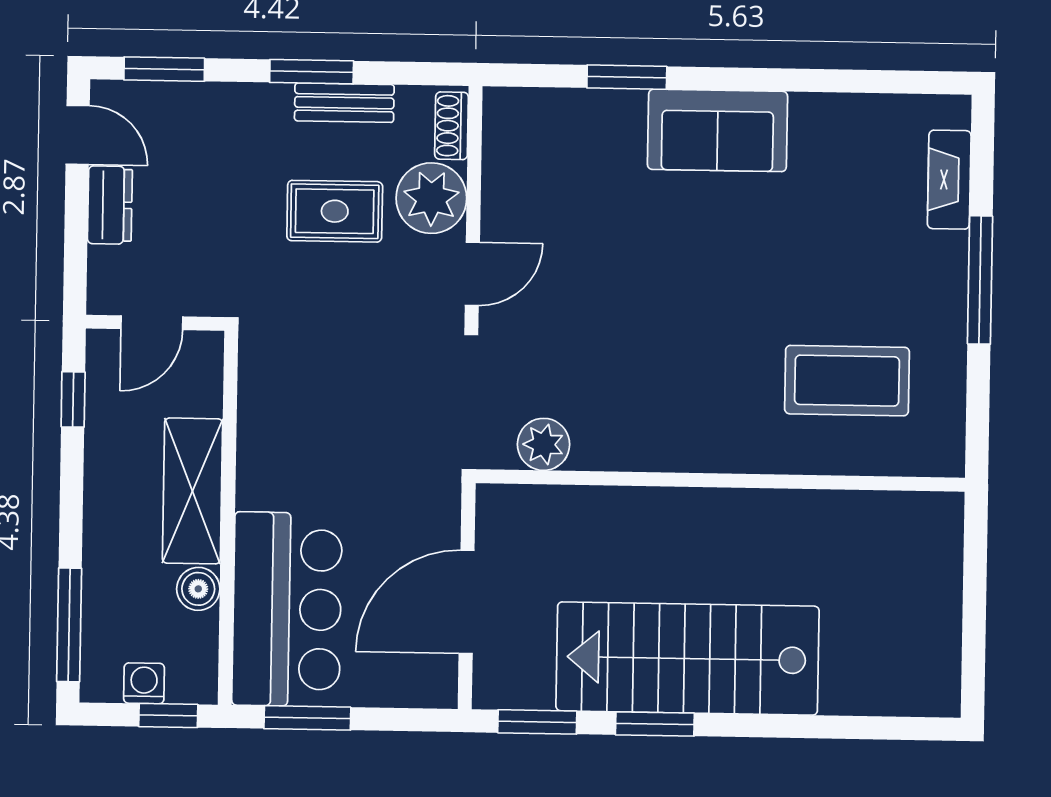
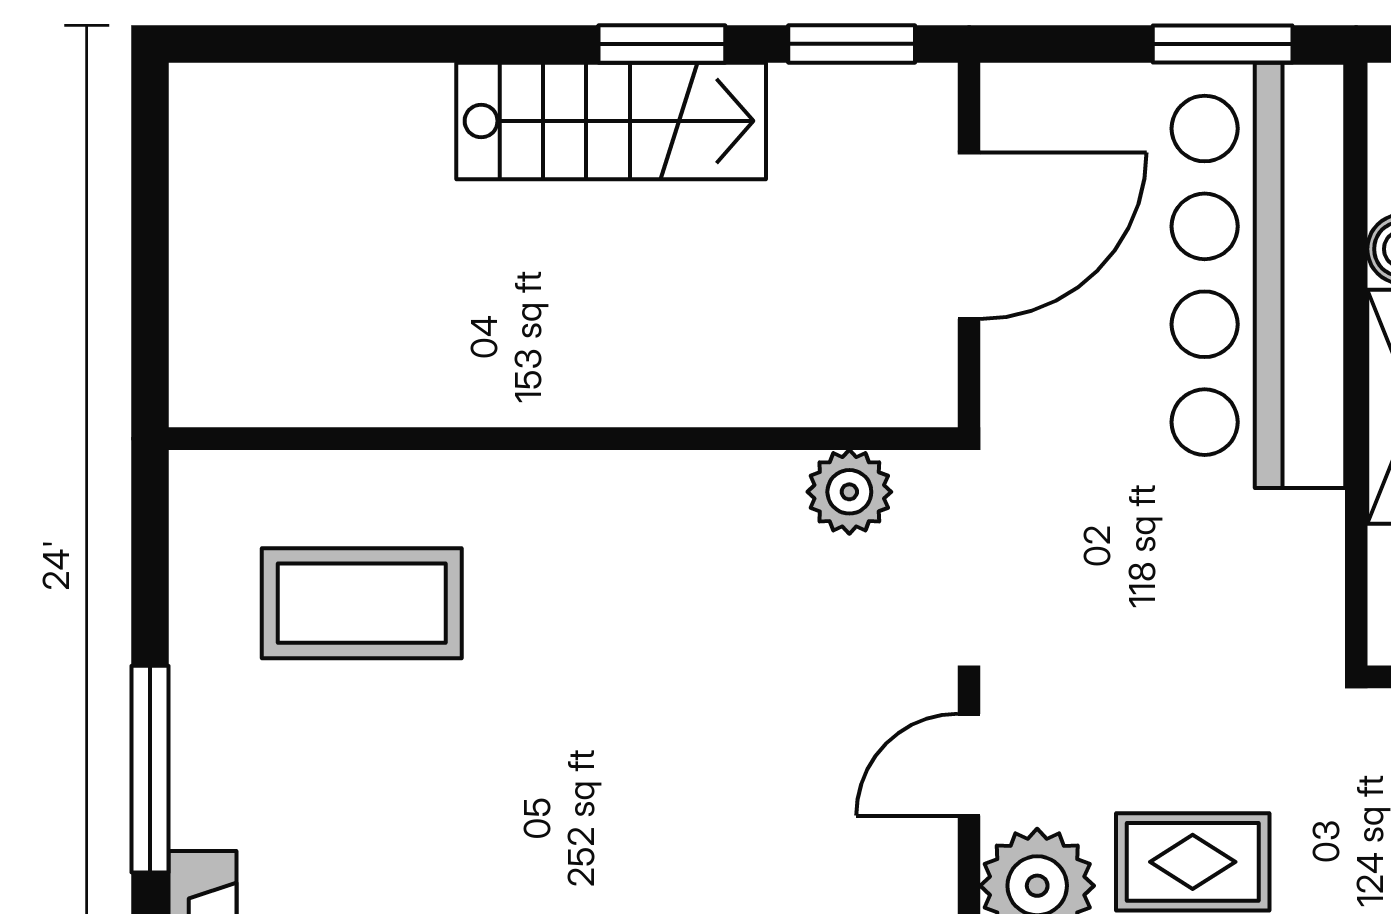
bar counter: (287, 609) -> (1258, 275), width x1.36
stairs: (688, 658) -> (611, 121), width x0.73, depth x0.66

